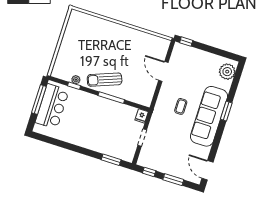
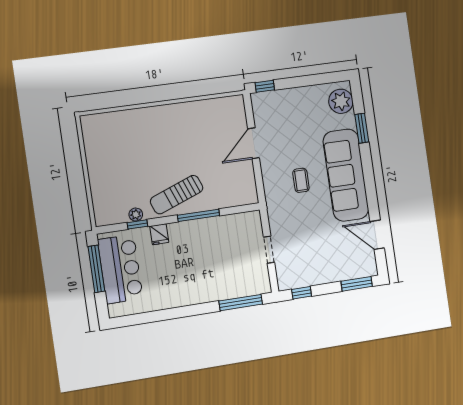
door: (163, 71) -> (254, 143), hinge flipped
window: (226, 111) -> (362, 128), moved
fridge: (142, 116) -> (159, 234), moved
window: (111, 160) -> (241, 303), width x1.44
door: (207, 170) -> (377, 235), moved
window: (173, 180) -> (357, 284), moved

